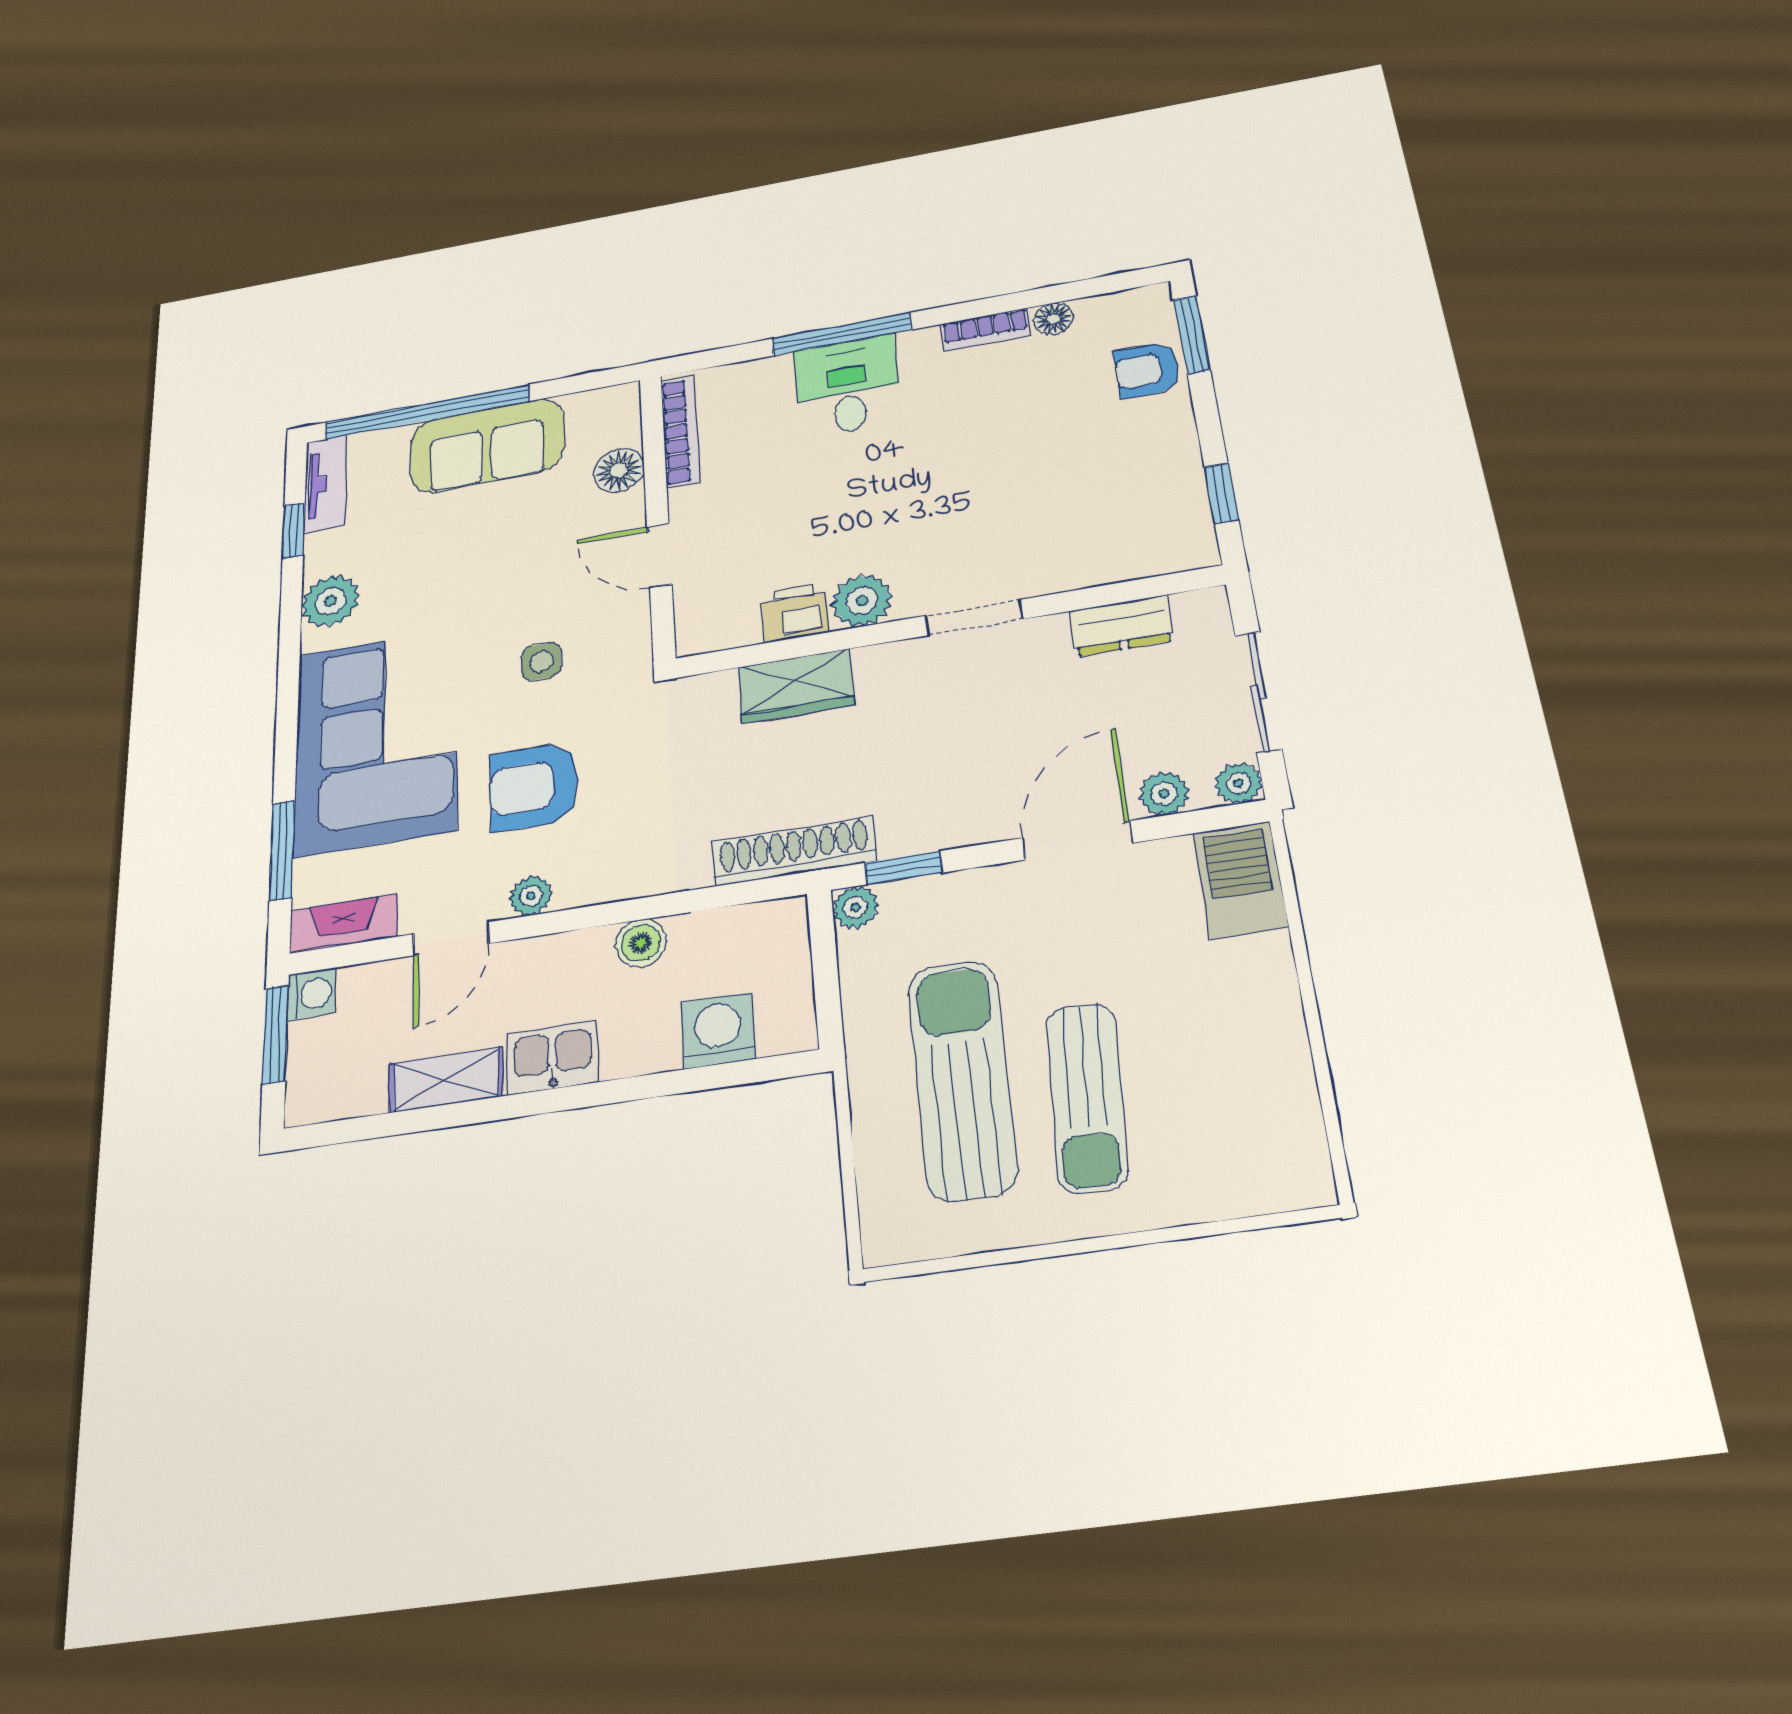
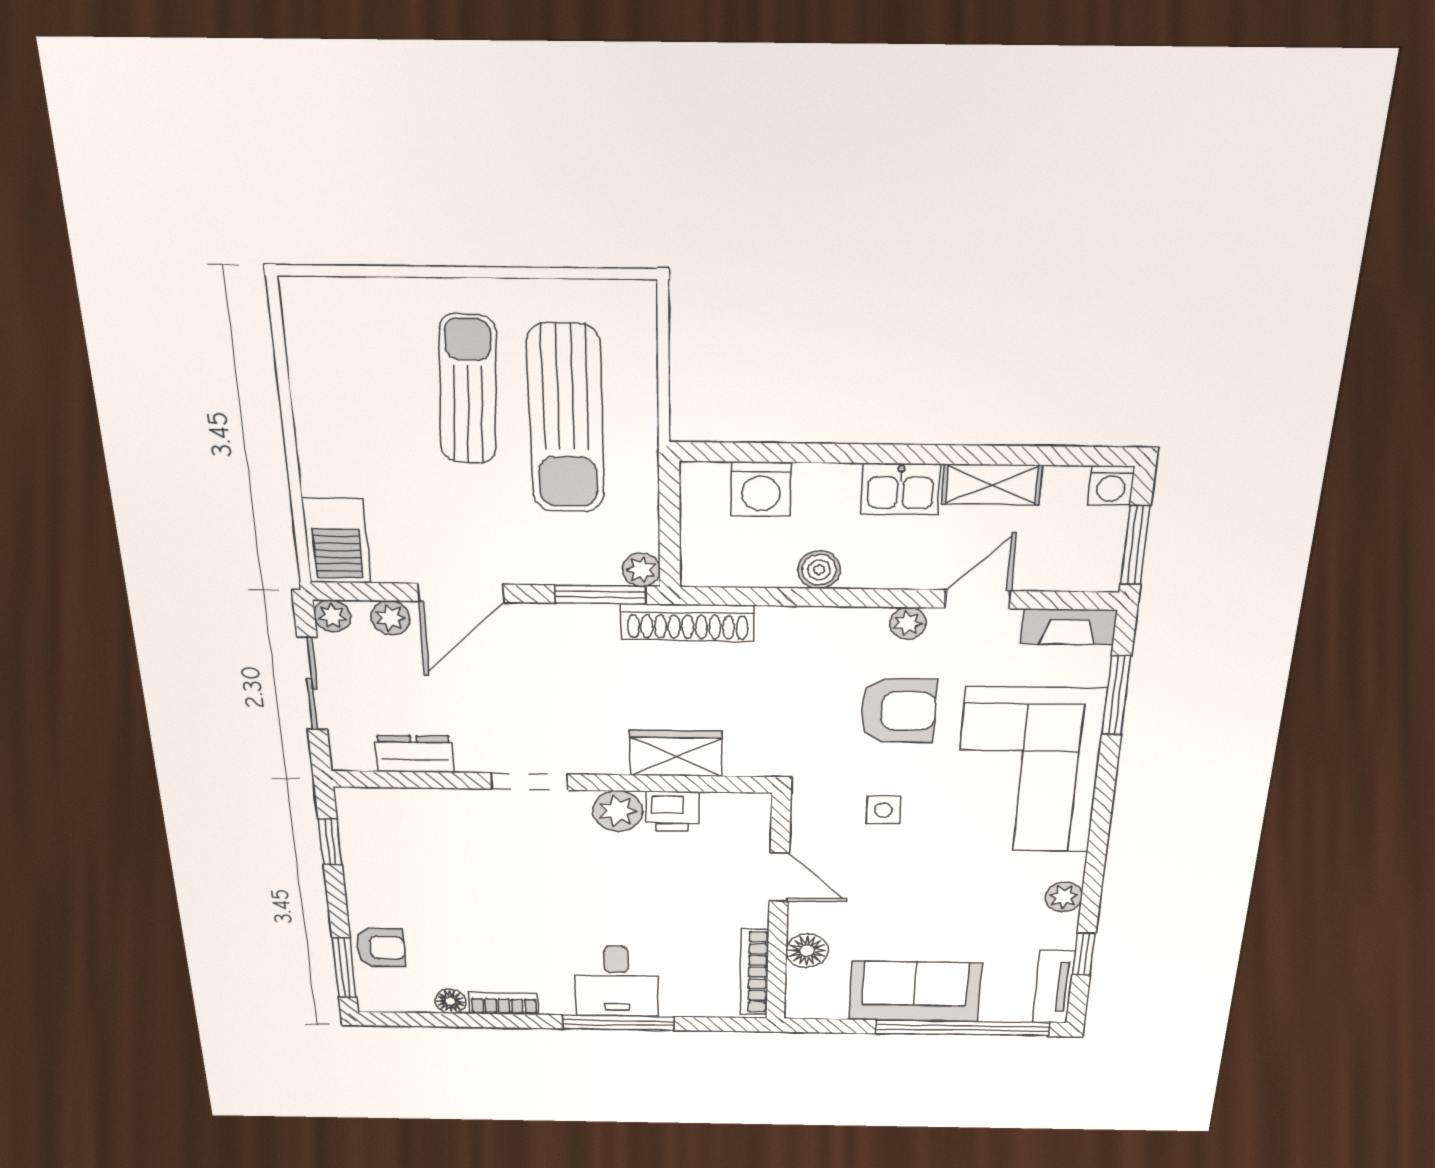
plant: (330, 601) -> (1064, 897), width x0.73, depth x0.73
window: (903, 868) -> (600, 595), width x1.50
washing machine: (312, 994) -> (1111, 486), moved, turned -90

